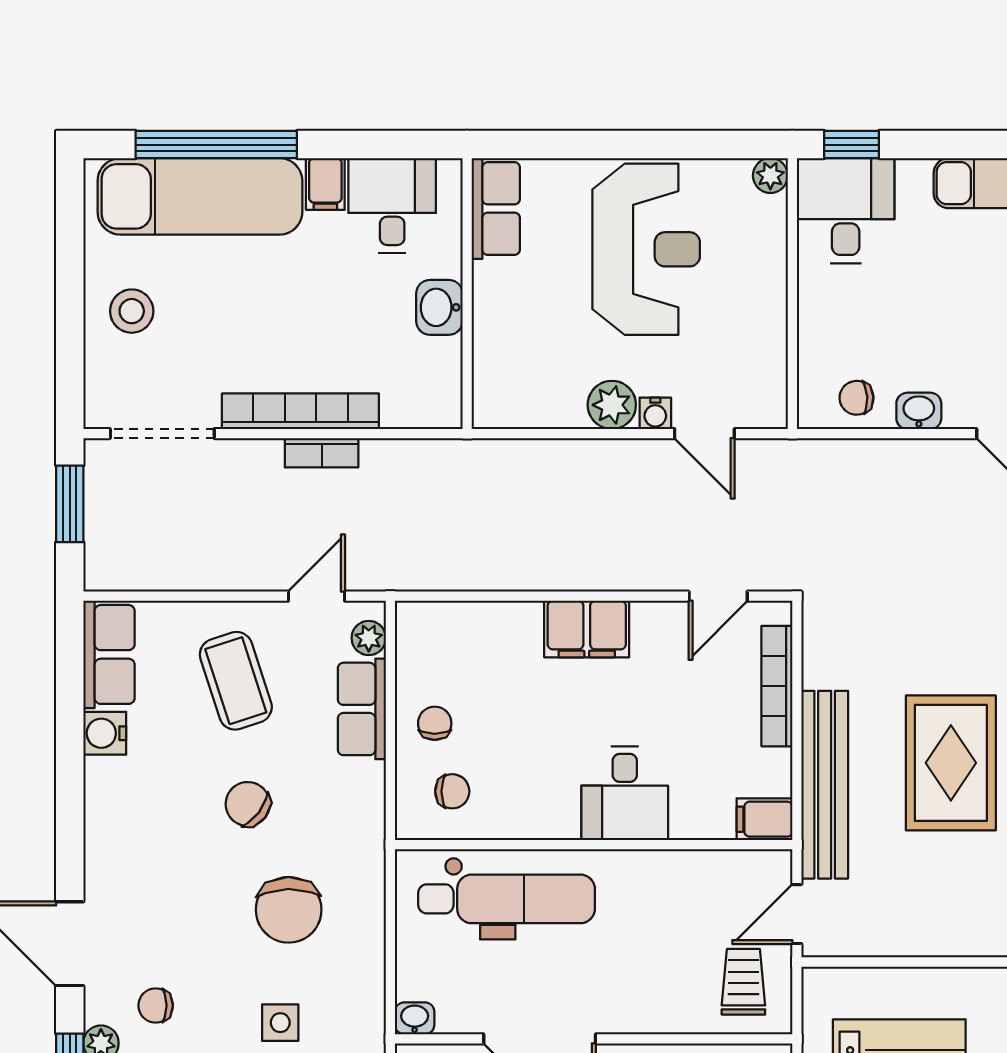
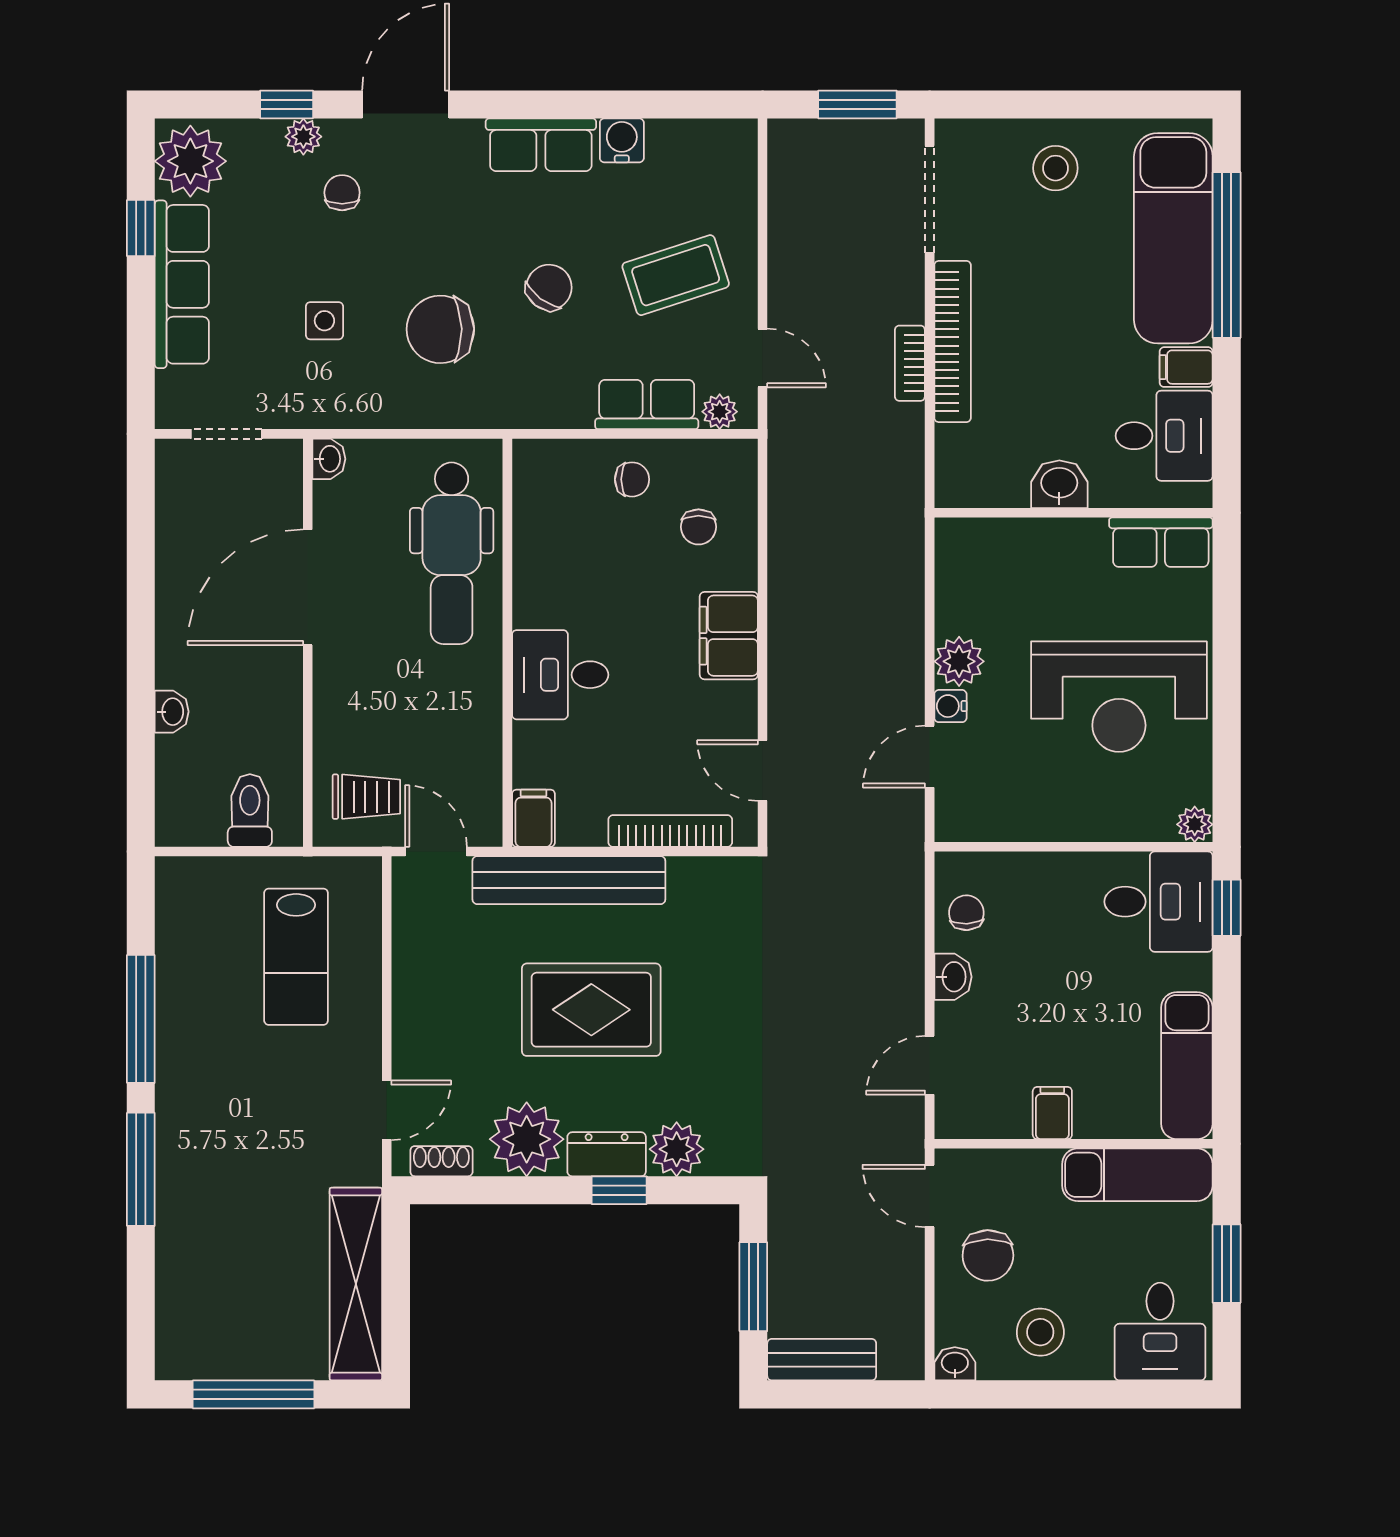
row of seats: (109, 654) -> (541, 145), moved
chair: (452, 791) -> (698, 527), moved

